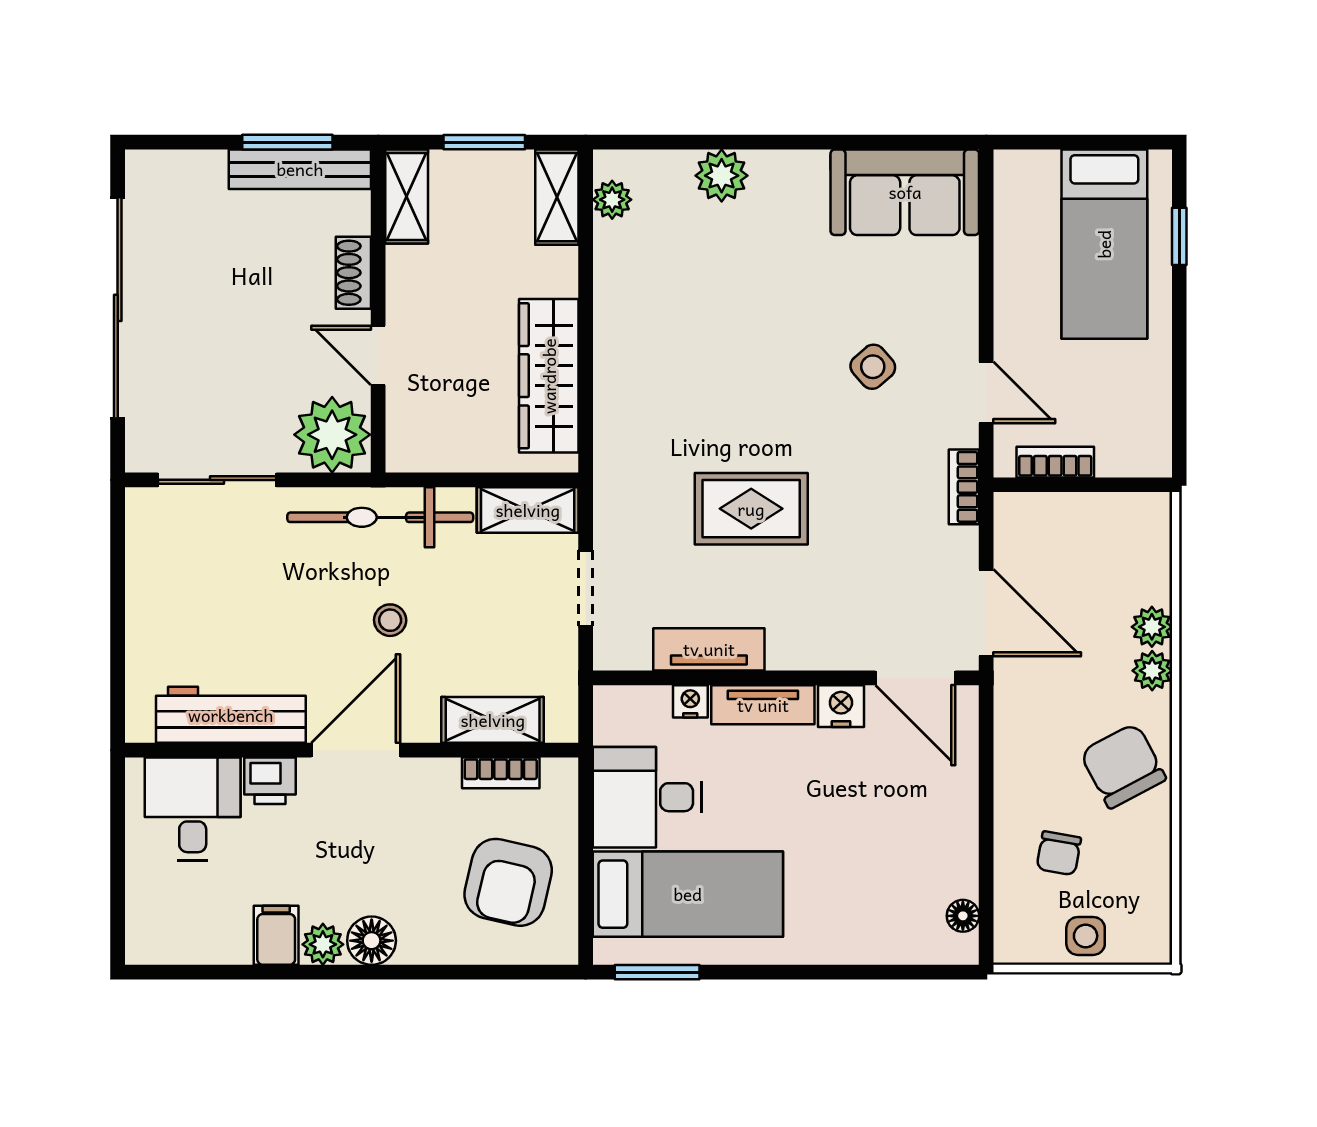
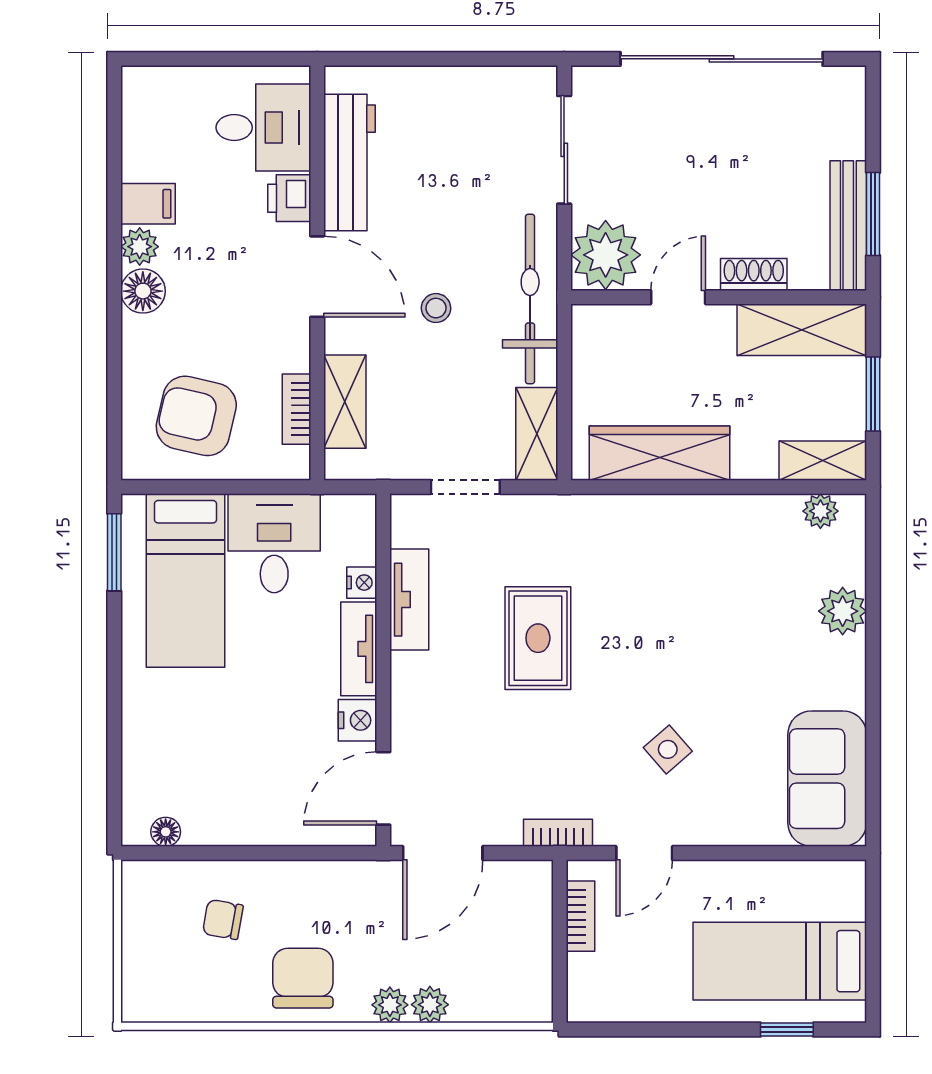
shelving: (407, 197) -> (802, 330), width x1.50, depth x1.33
chair: (1123, 766) -> (303, 978), turned -62
side table: (1086, 936) -> (147, 944), removed

